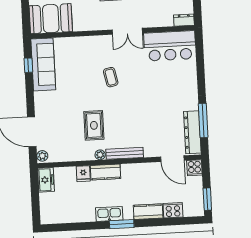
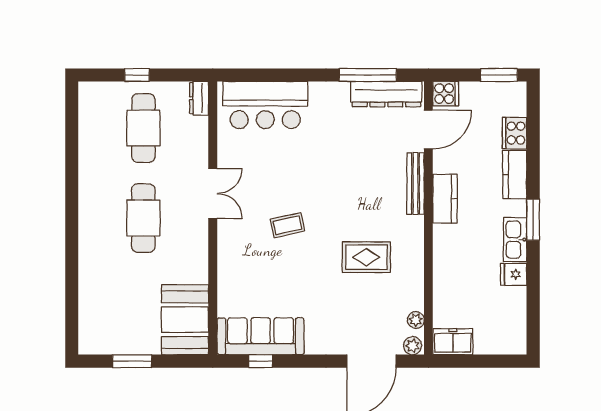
bar counter: (170, 46) -> (265, 105), moved, turned 90
bench: (125, 153) -> (416, 184), moved
plant: (100, 155) -> (416, 320), moved
kitchen counter: (106, 172) -> (445, 199), moved
fridge: (83, 174) -> (514, 274), moved, turned 180

